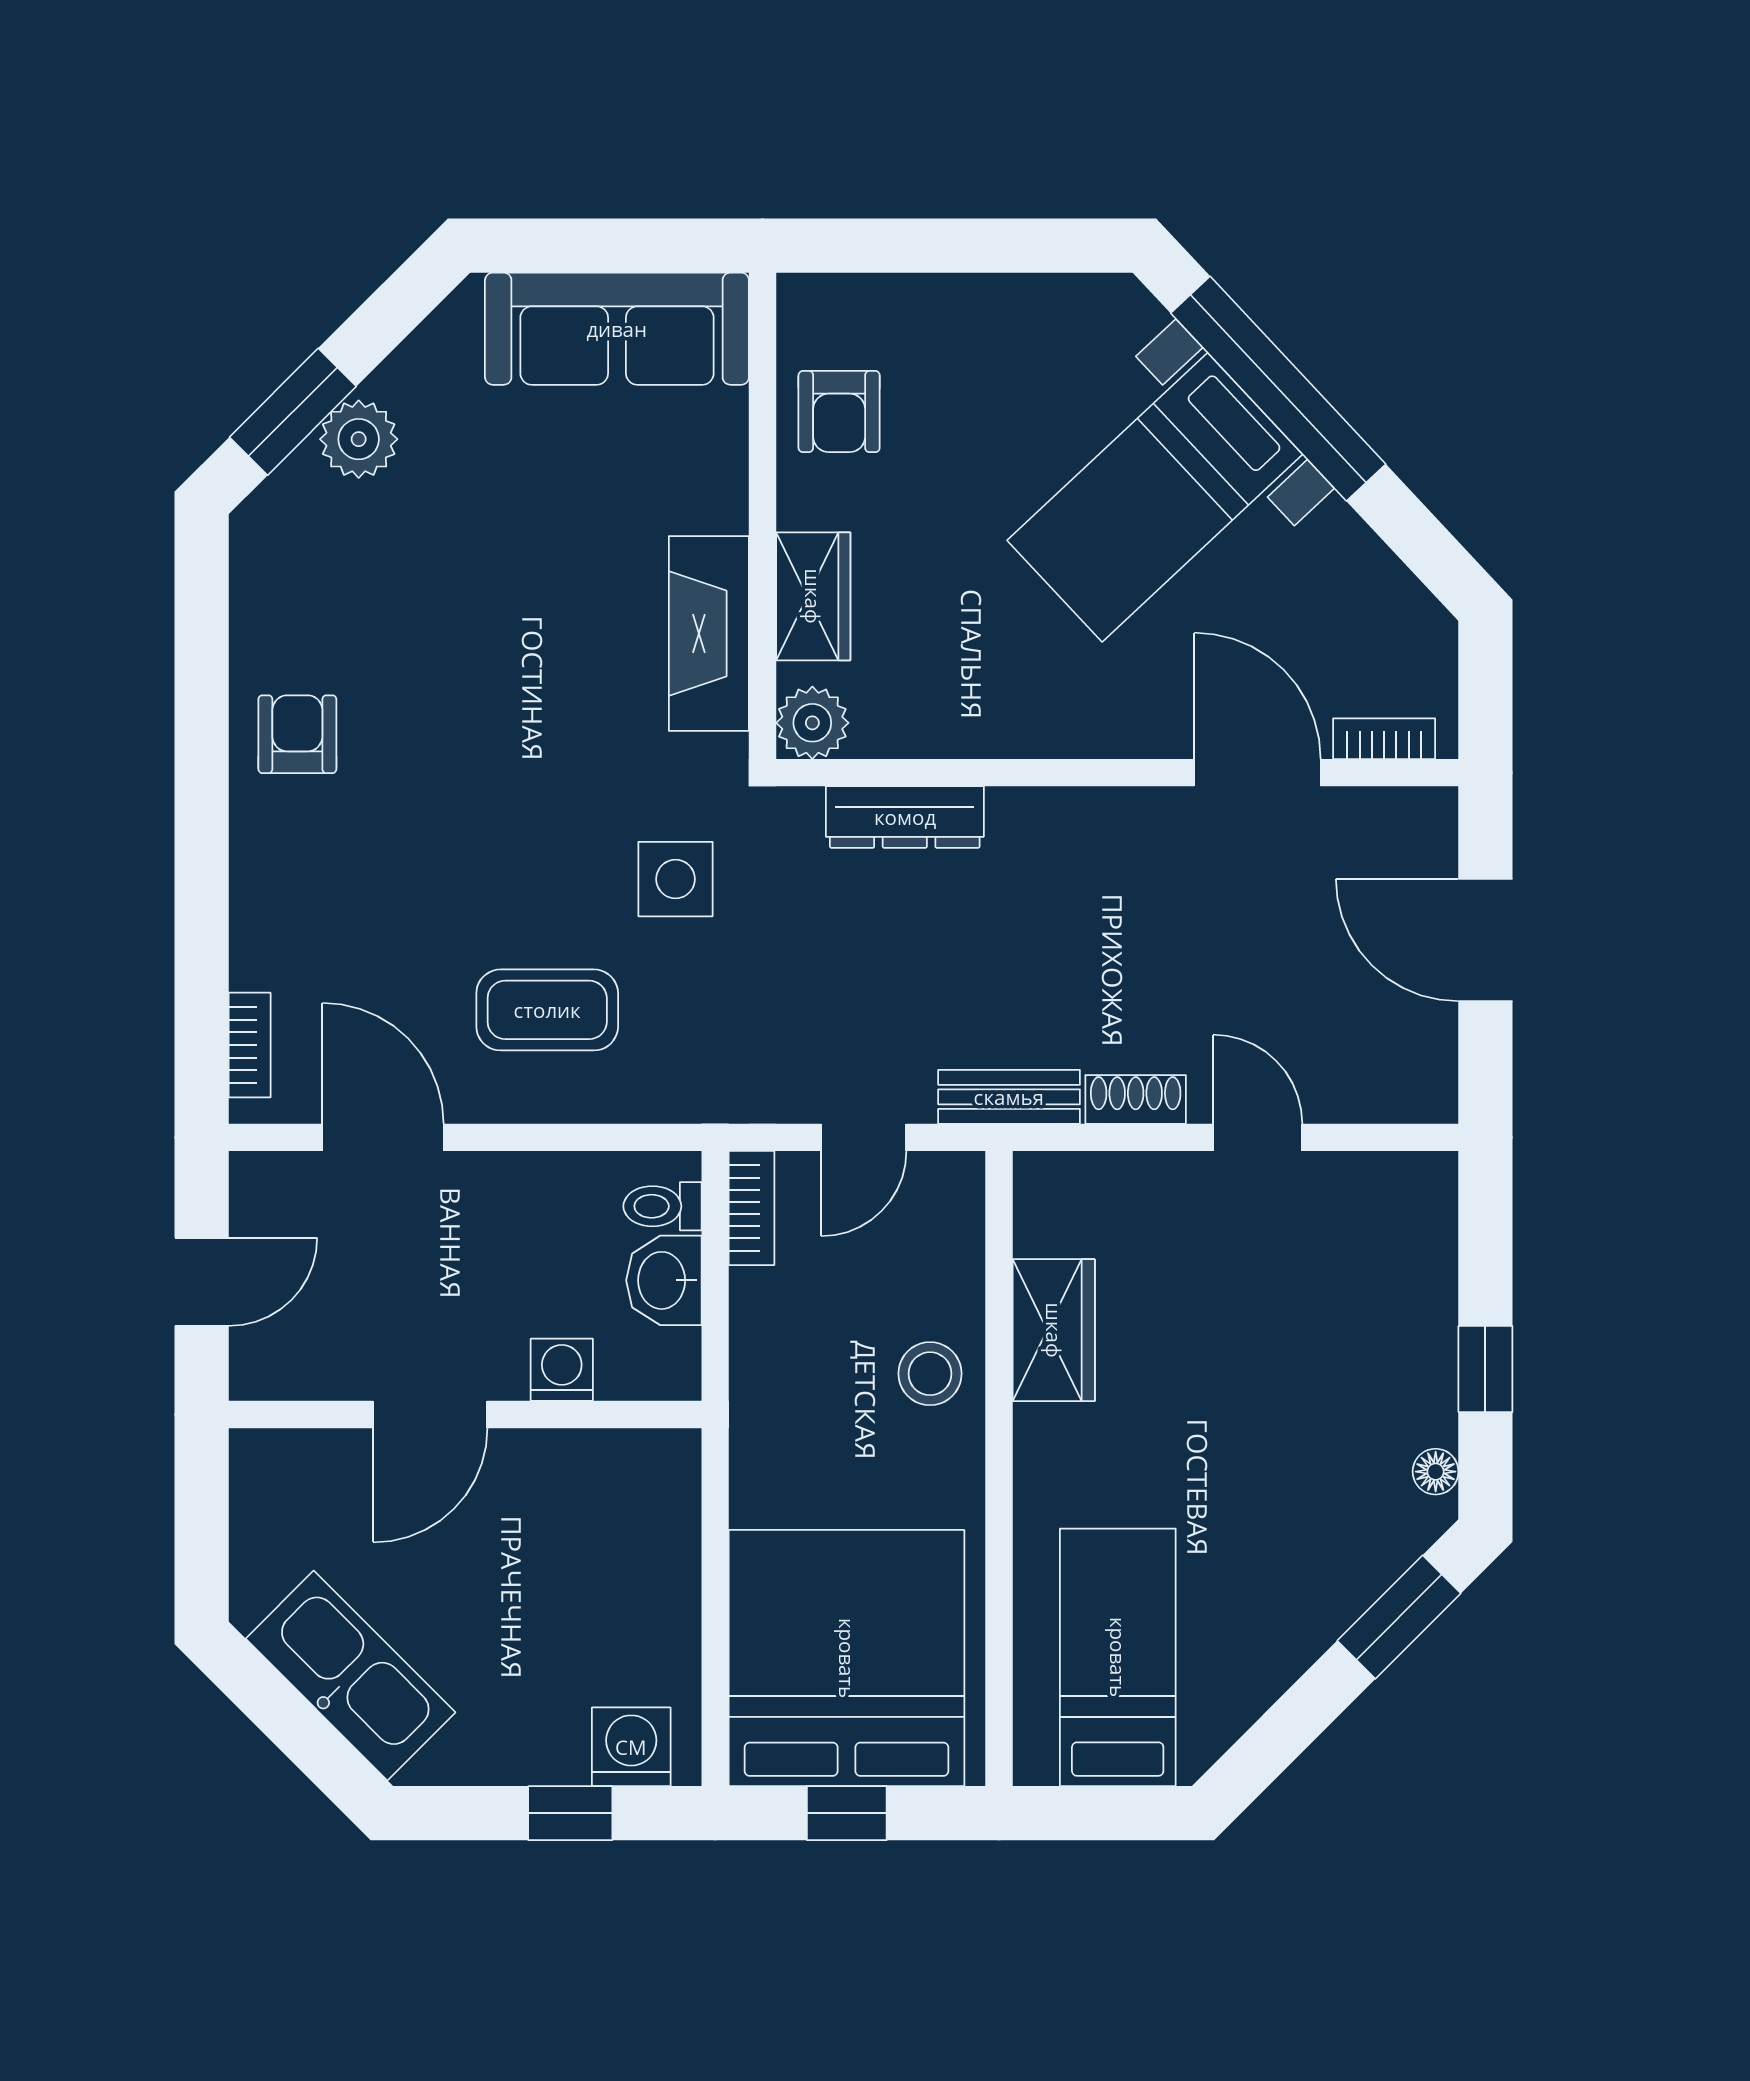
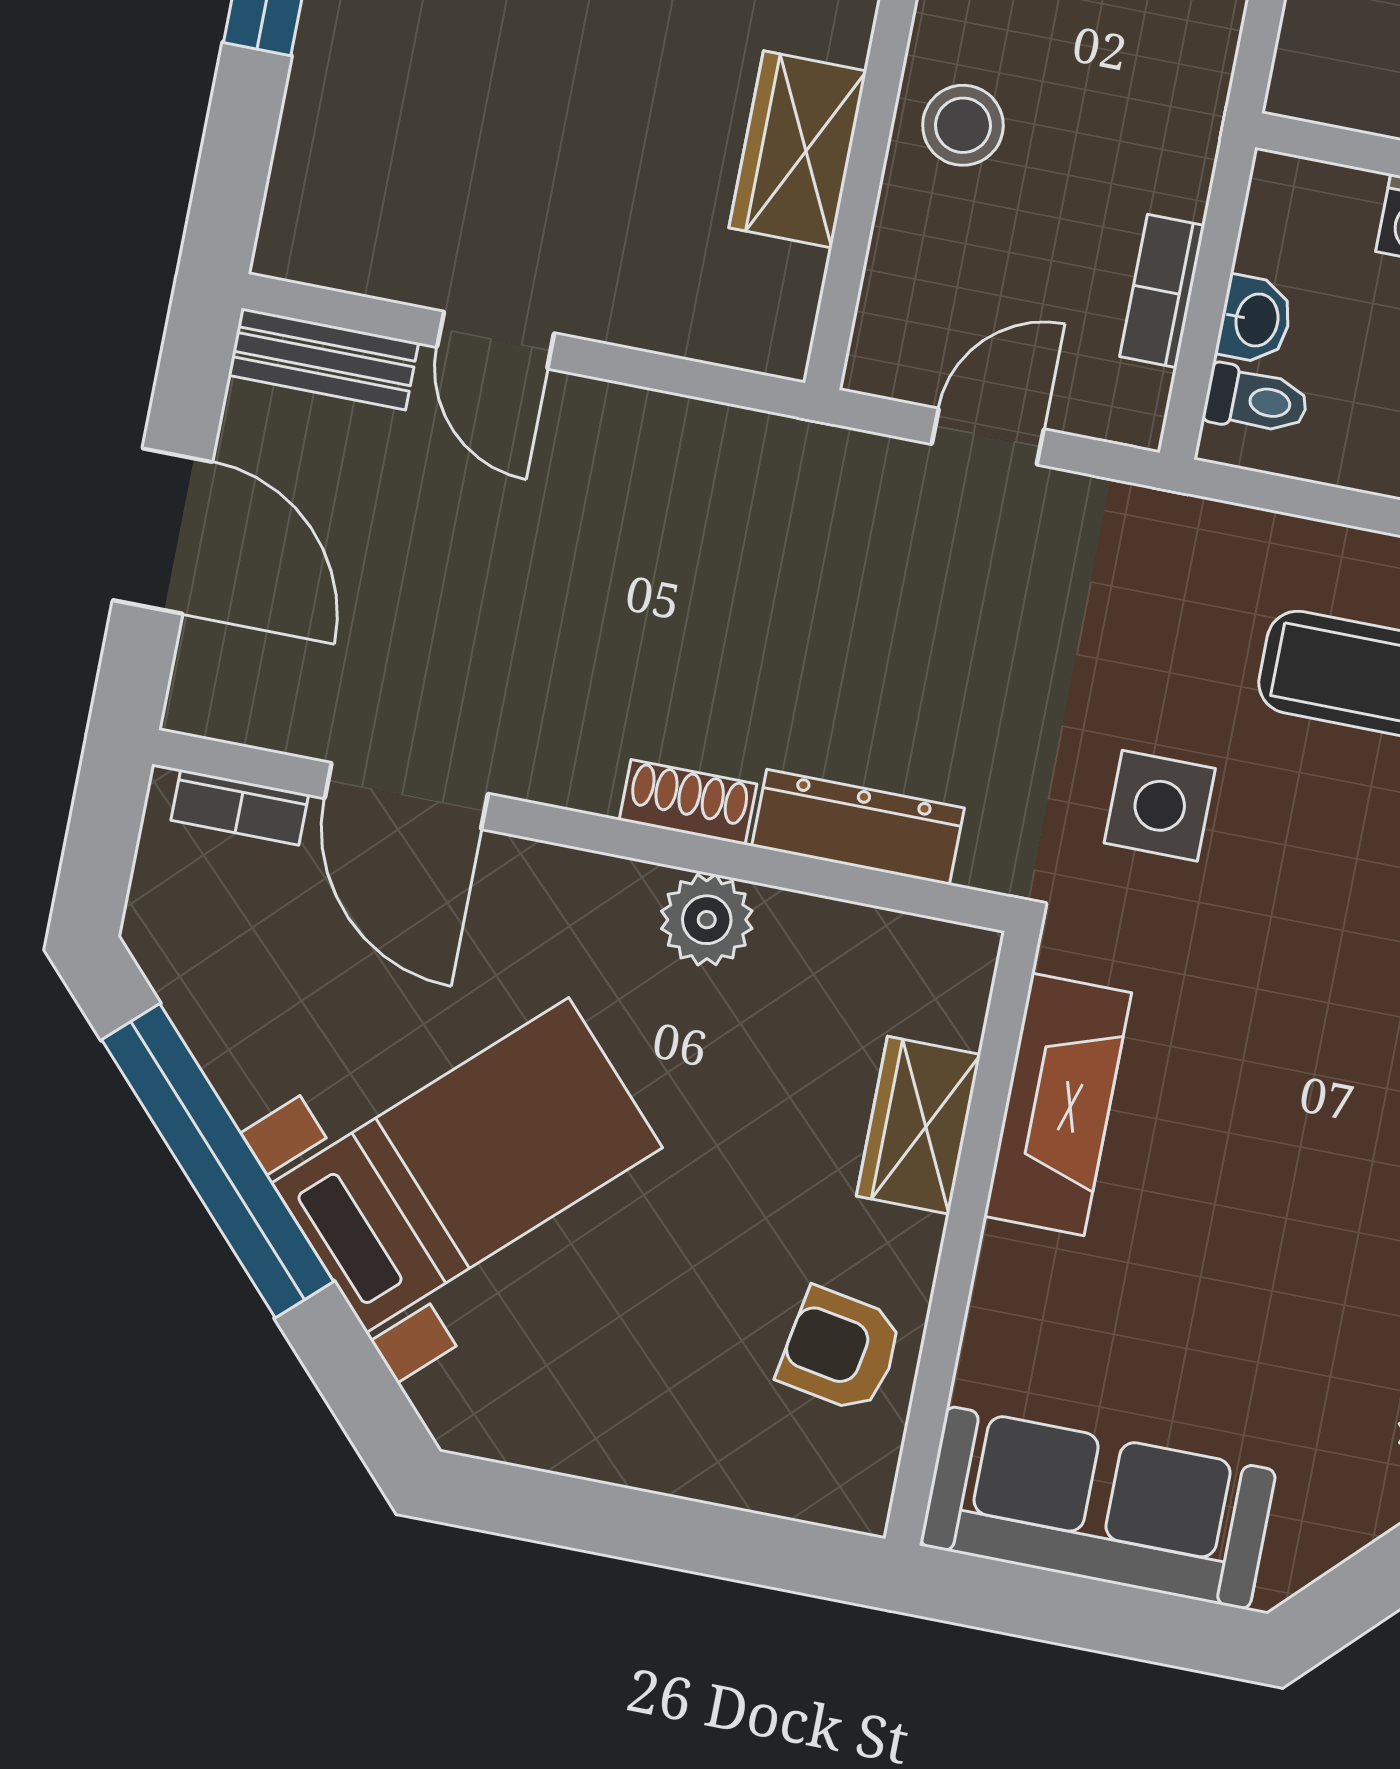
window: (1278, 389) -> (218, 1161), moved
armchair: (839, 412) -> (841, 1350), turned -80
plant: (812, 723) -> (707, 920), moved
bench: (1009, 1097) -> (323, 359), moved
shoe rack: (1136, 1100) -> (688, 802), moved, turned 180
bookcase: (752, 1208) -> (1162, 291), moved
washbasin: (664, 1280) -> (1255, 320), width x0.72, depth x0.69

